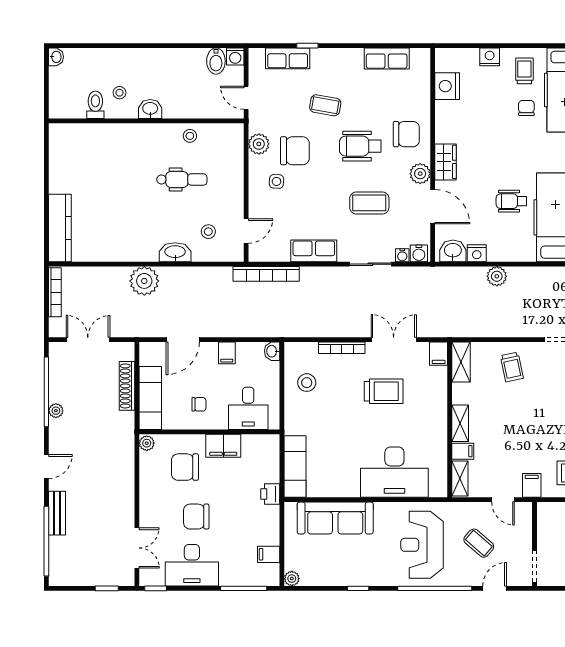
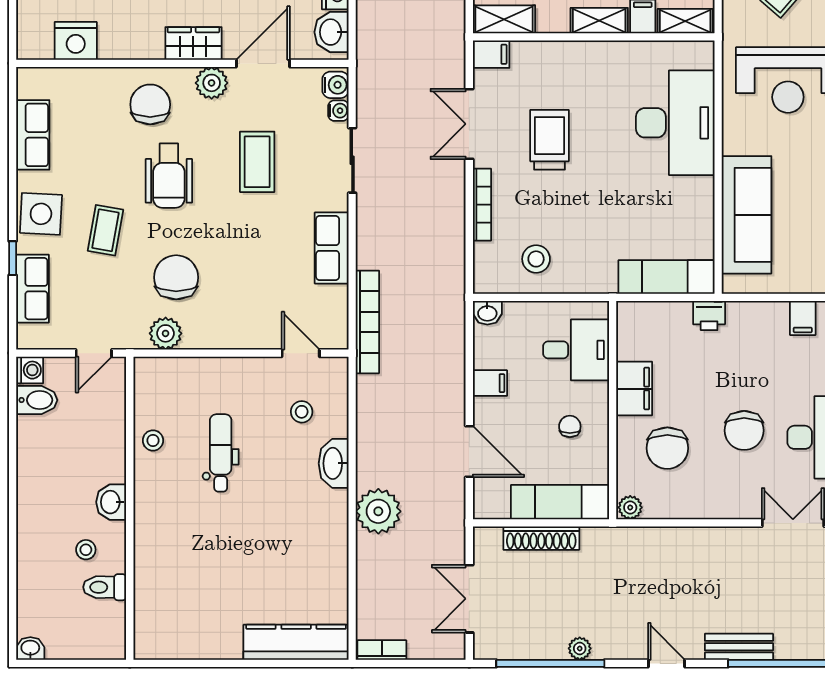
side table: (276, 181) -> (41, 214), moved, width x1.87, depth x1.87
bookcase: (55, 292) -> (382, 650), width x0.64

